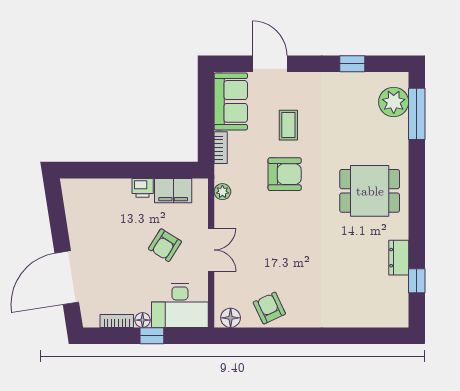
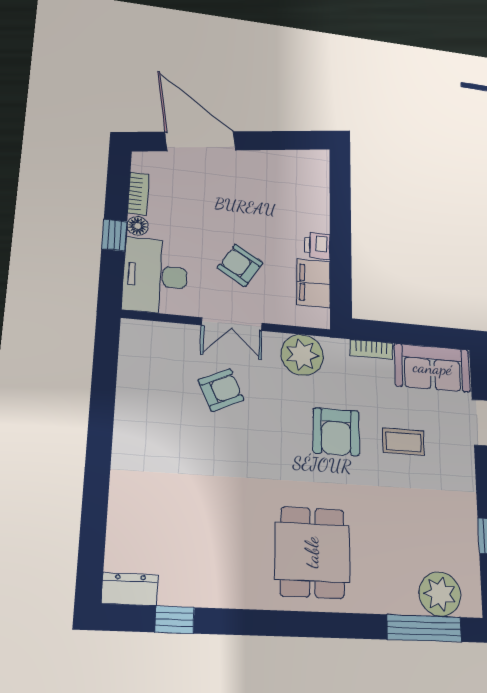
plant: (222, 192) -> (302, 355), width x1.87, depth x1.87
dresser: (399, 258) -> (130, 589), moved
armchair: (269, 308) -> (221, 390), moved
floor lamp: (231, 318) -> (133, 341), removed

